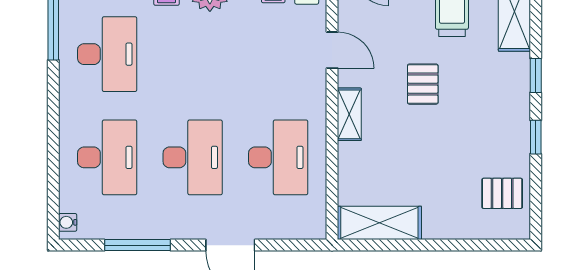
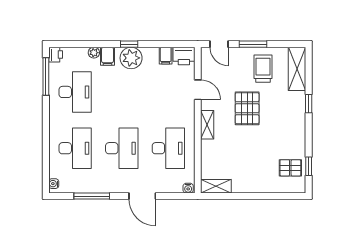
pallet: (423, 84) -> (247, 108), width x1.50, depth x1.42
window: (536, 137) -> (309, 166), moved
shelving: (379, 223) -> (216, 186), width x0.67, depth x0.75
water cooler: (315, 231) -> (188, 188), added

